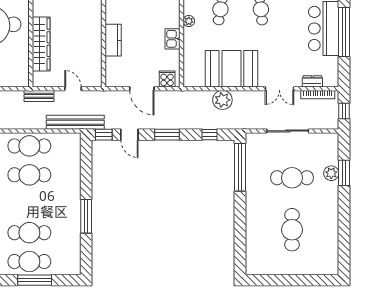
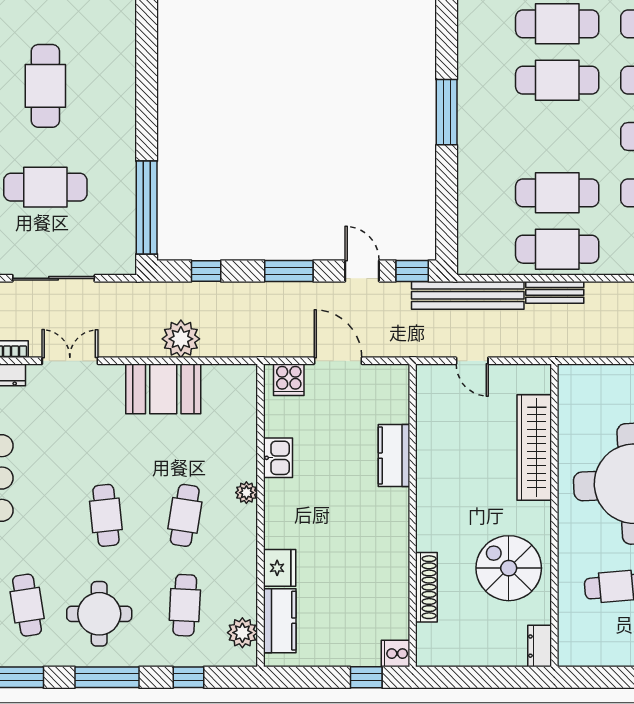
booth: (231, 69) -> (163, 389), width x0.73, depth x0.70
bench: (39, 96) -> (555, 292), moved

